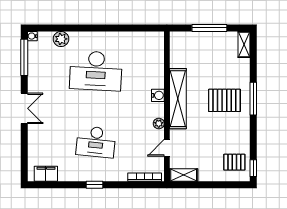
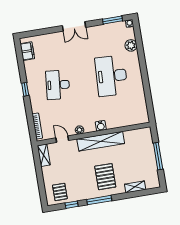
shelving: (244, 44) -> (135, 187), moved
window: (24, 57) -> (112, 20), width x0.69
window: (253, 99) -> (99, 200), moved
window: (253, 168) -> (72, 205), moved

